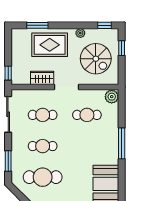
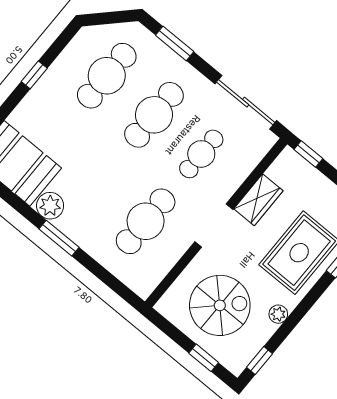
spiral stairs: (96, 59) -> (220, 305), turned 180
plant: (112, 97) -> (50, 206), moved
cafe table: (87, 115) -> (146, 221), width x1.37, depth x1.35
window: (122, 143) -> (59, 238), width x0.69
cafe table: (43, 146) -> (154, 115), width x1.37, depth x1.35

